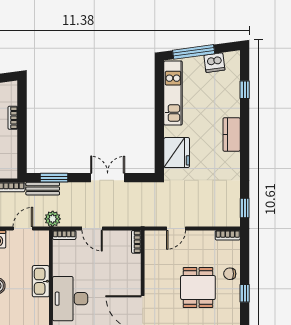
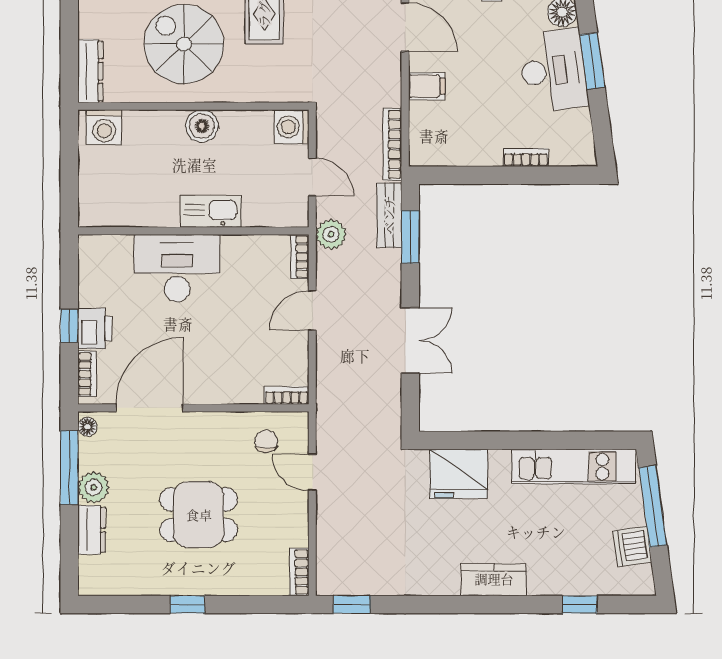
chair: (230, 274) -> (266, 441), moved

